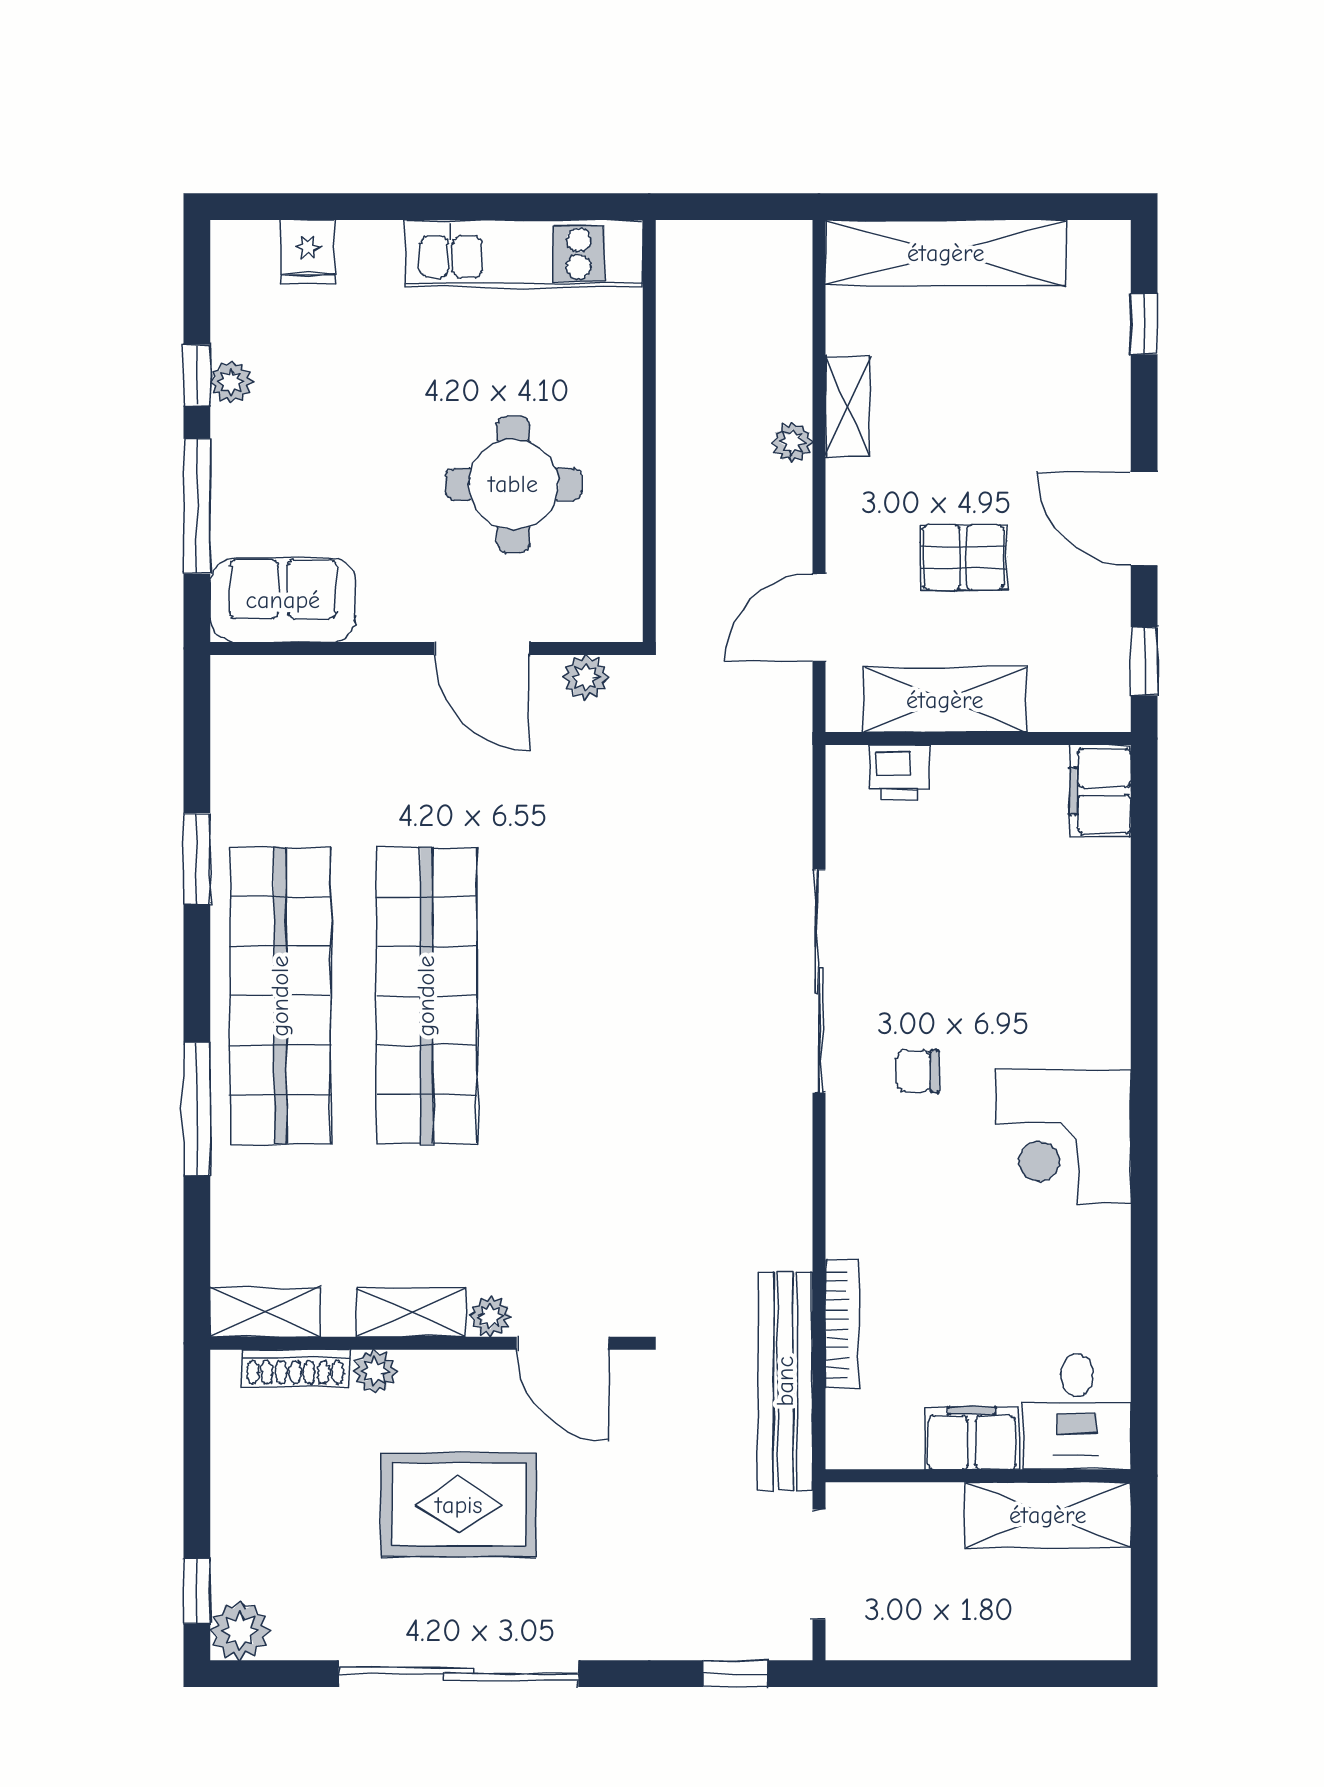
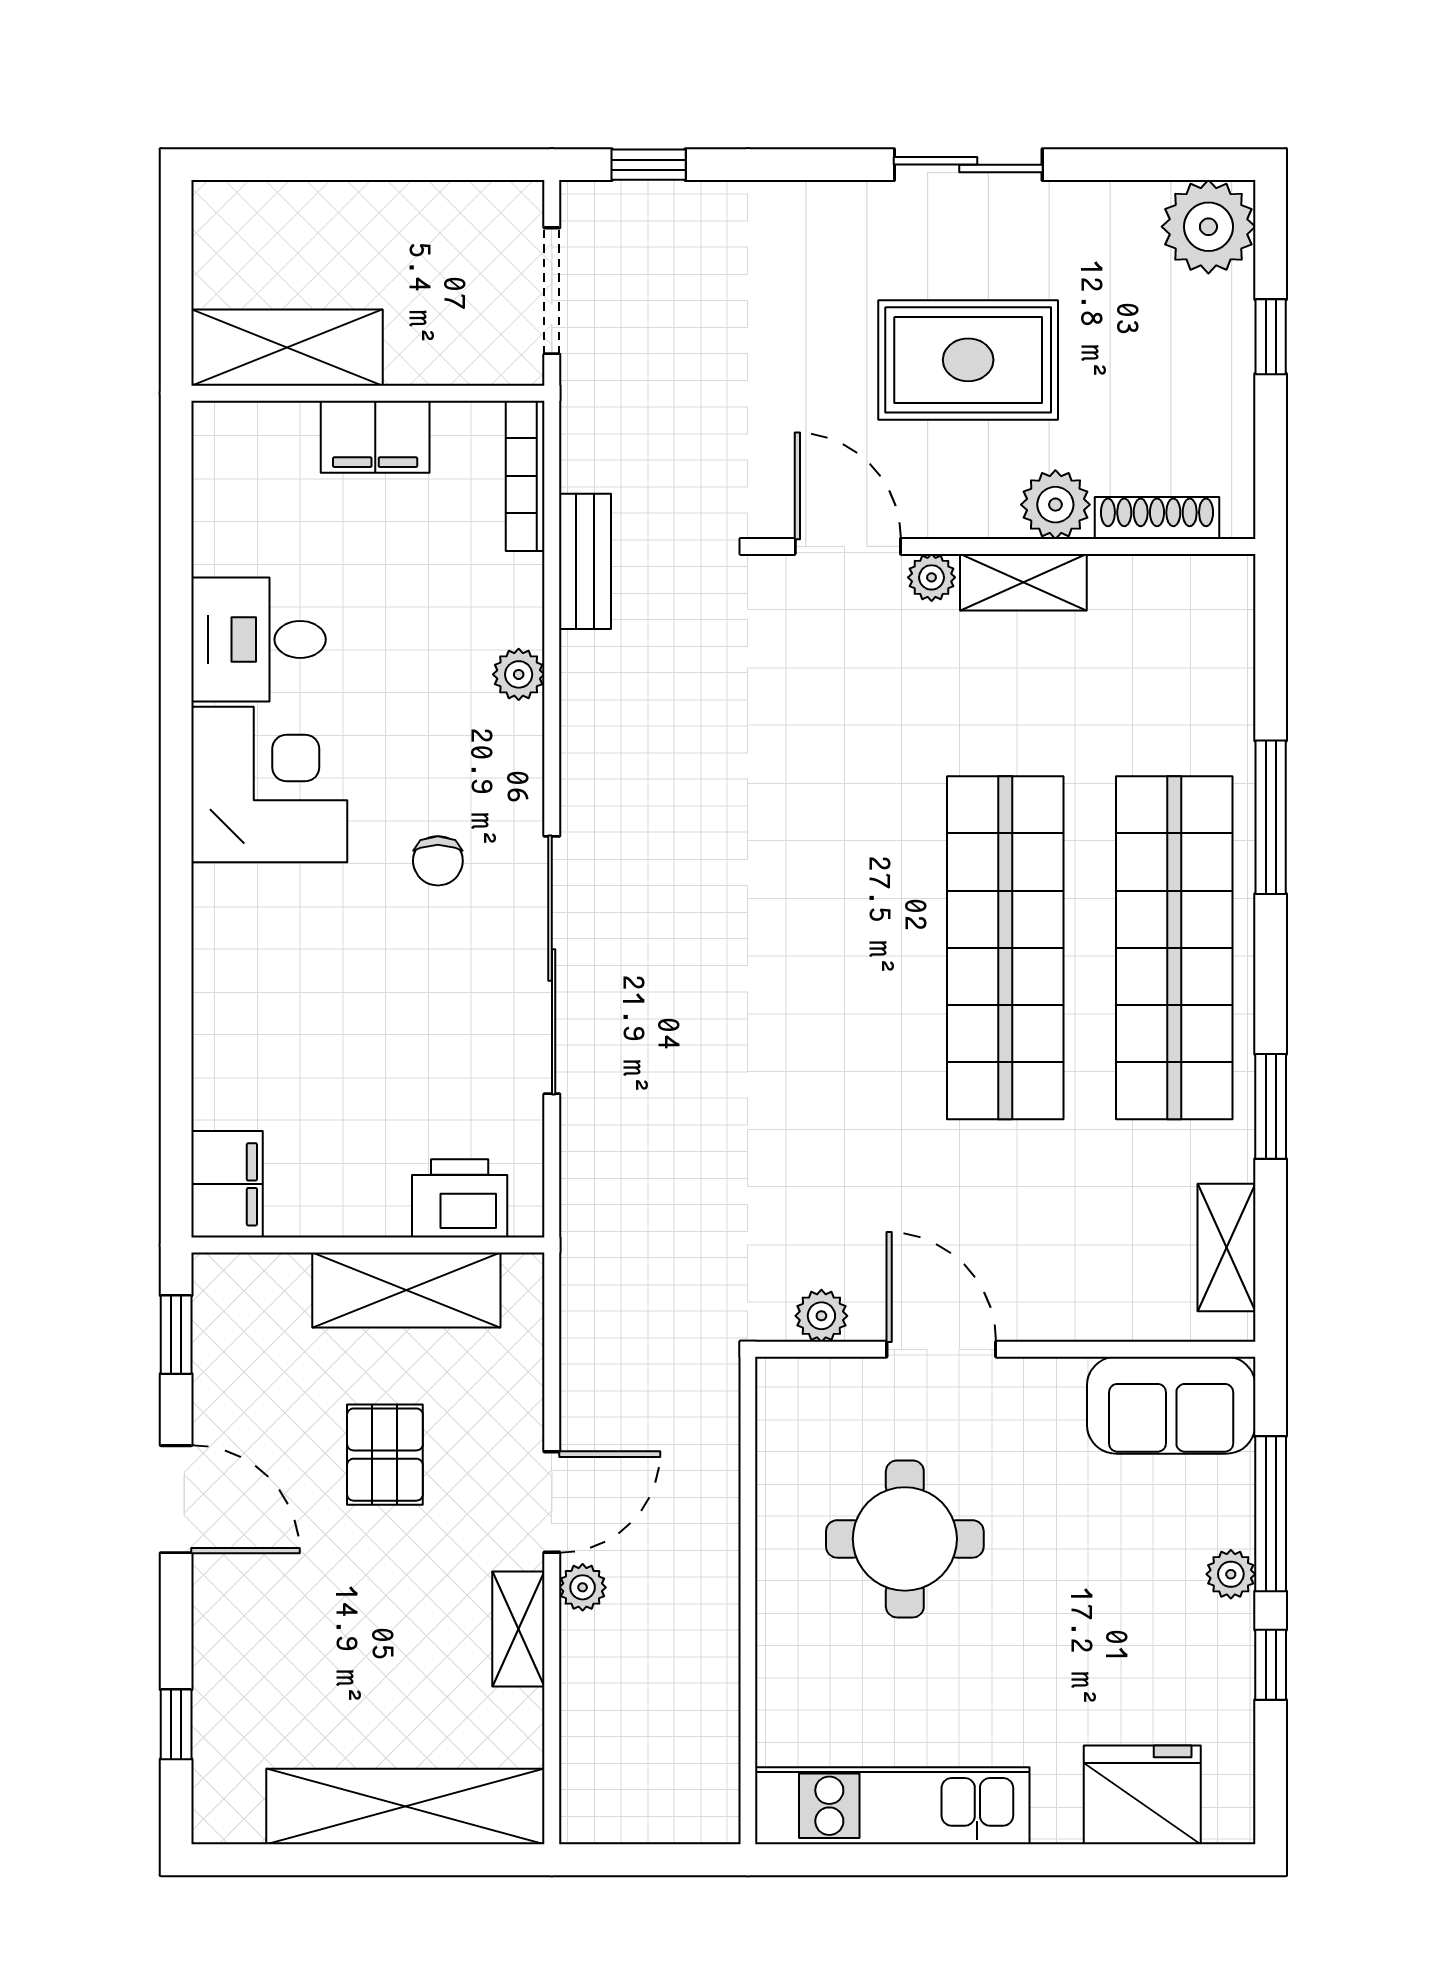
fridge: (308, 252) -> (1142, 1795), width x1.88, depth x1.34
plant: (231, 382) -> (1231, 1574), moved
pallet: (963, 557) -> (385, 1455), turned 90
door: (819, 618) -> (552, 1502), moved
printer: (899, 772) -> (460, 1198), width x1.36, depth x1.24
chair: (918, 1071) -> (438, 861), turned 90
plant: (848, 1232) -> (519, 674), added
shelving: (265, 1312) -> (1226, 1247), moved, turned 90
bookcase: (842, 1324) -> (525, 476), moved
plant: (375, 1371) -> (1055, 505), width x1.38, depth x1.38
bench: (785, 1381) -> (585, 561), width x0.54, depth x0.82
desk: (1077, 1411) -> (259, 639), moved, turned -90
window: (197, 1591) -> (1271, 337), moved
plant: (240, 1631) -> (1208, 227), width x1.36, depth x1.36
sliding door: (459, 1674) -> (968, 165), width x0.54

